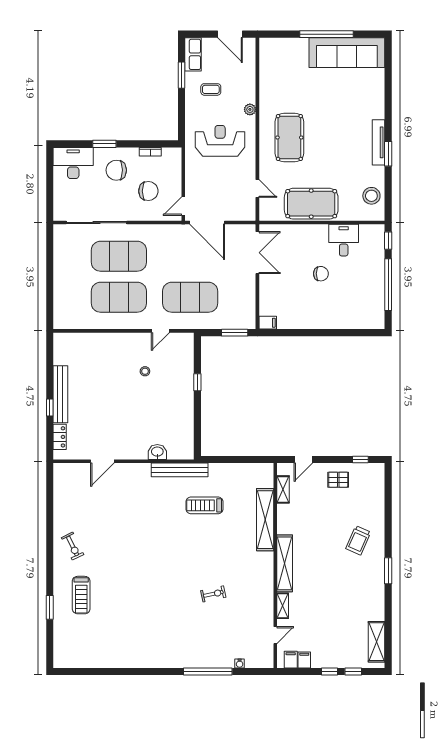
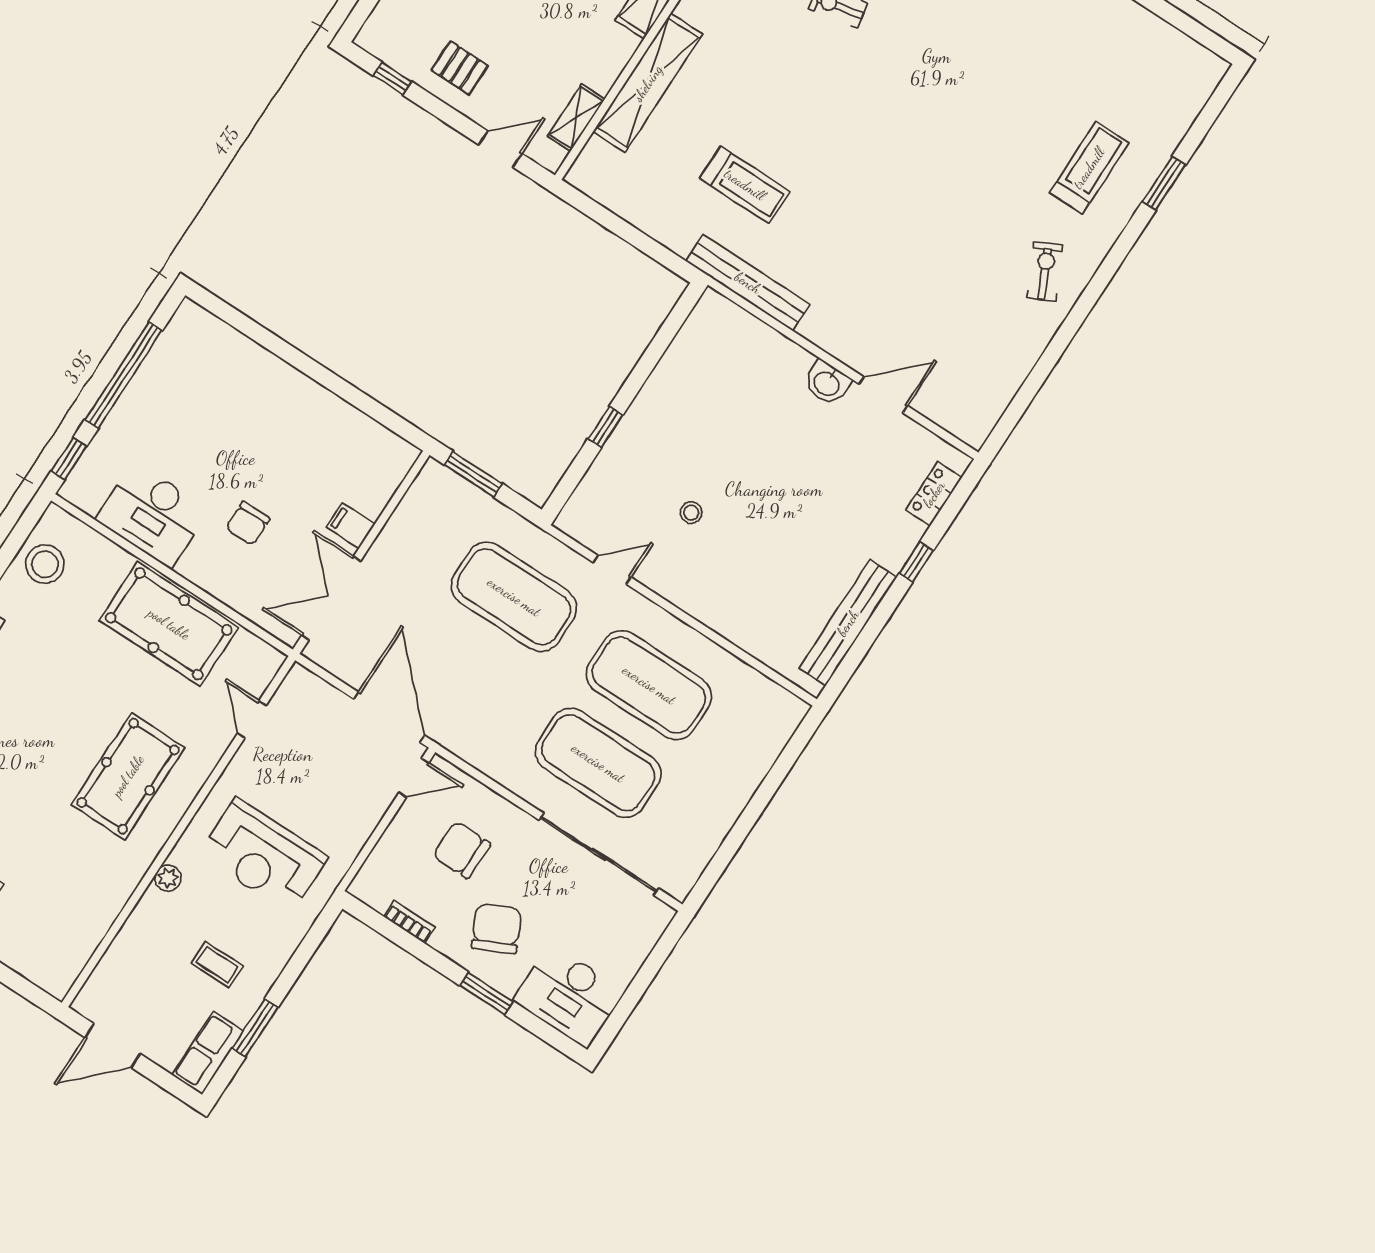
door: (230, 34) -> (113, 1046), swing flipped
chair: (116, 170) -> (496, 929), turned -116
desk: (344, 240) -> (152, 515), width x1.37
chair: (321, 274) -> (248, 523), moved, turned -90
filing cabinet: (268, 323) -> (351, 526), moved
bench: (60, 394) -> (848, 623), moved
washbasin: (157, 452) -> (827, 383), moved

